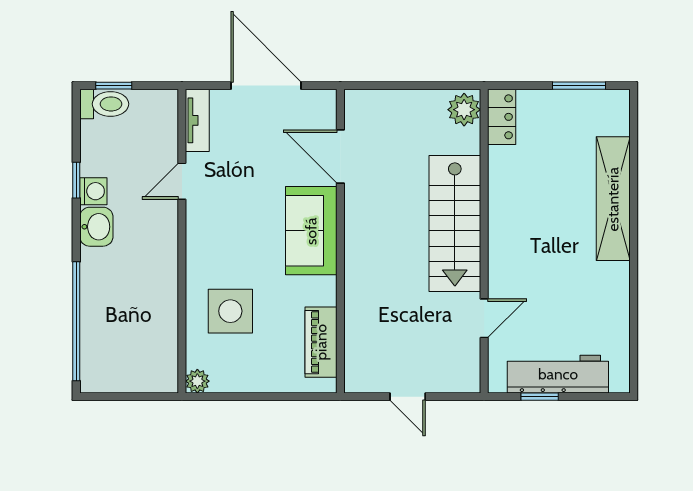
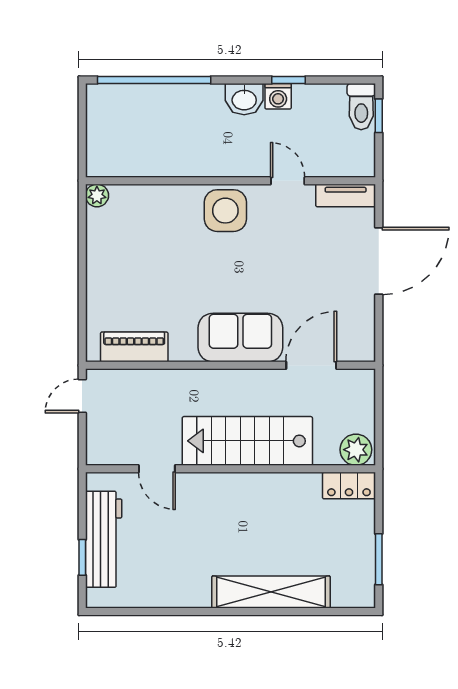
door: (340, 156) -> (311, 365), moved
sofa: (311, 231) -> (240, 338), moved
wall: (340, 241) -> (230, 365), moved
side table: (230, 311) -> (225, 211), moved
piano: (321, 342) -> (134, 347), moved
window: (540, 397) -> (82, 557), moved

